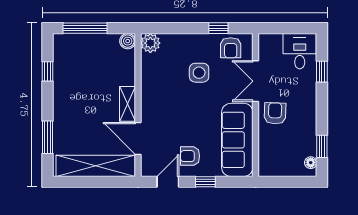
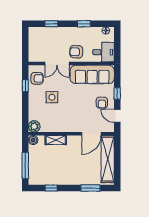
desk: (300, 51) -> (103, 52), moved, turned 180
shelving: (128, 104) -> (56, 140), moved
window: (322, 146) -> (84, 24), moved

